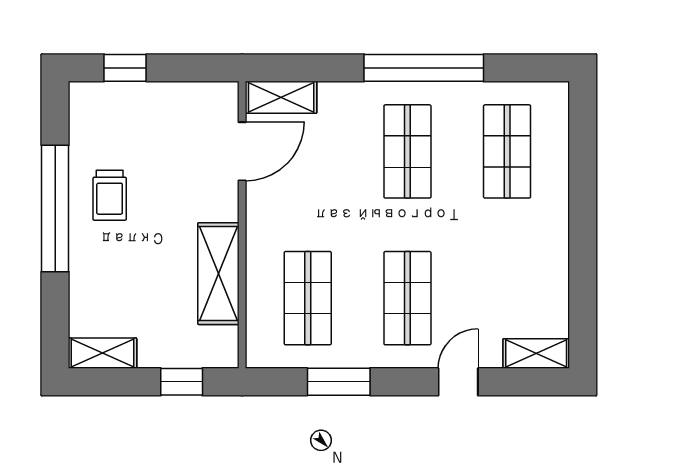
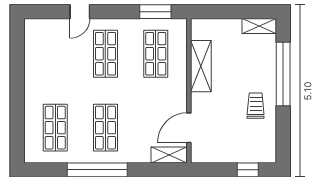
window: (55, 208) -> (283, 74), moved
shelving: (536, 353) -> (41, 26), removed
window: (182, 382) -> (219, 12), removed
window: (339, 382) -> (155, 12), moved

